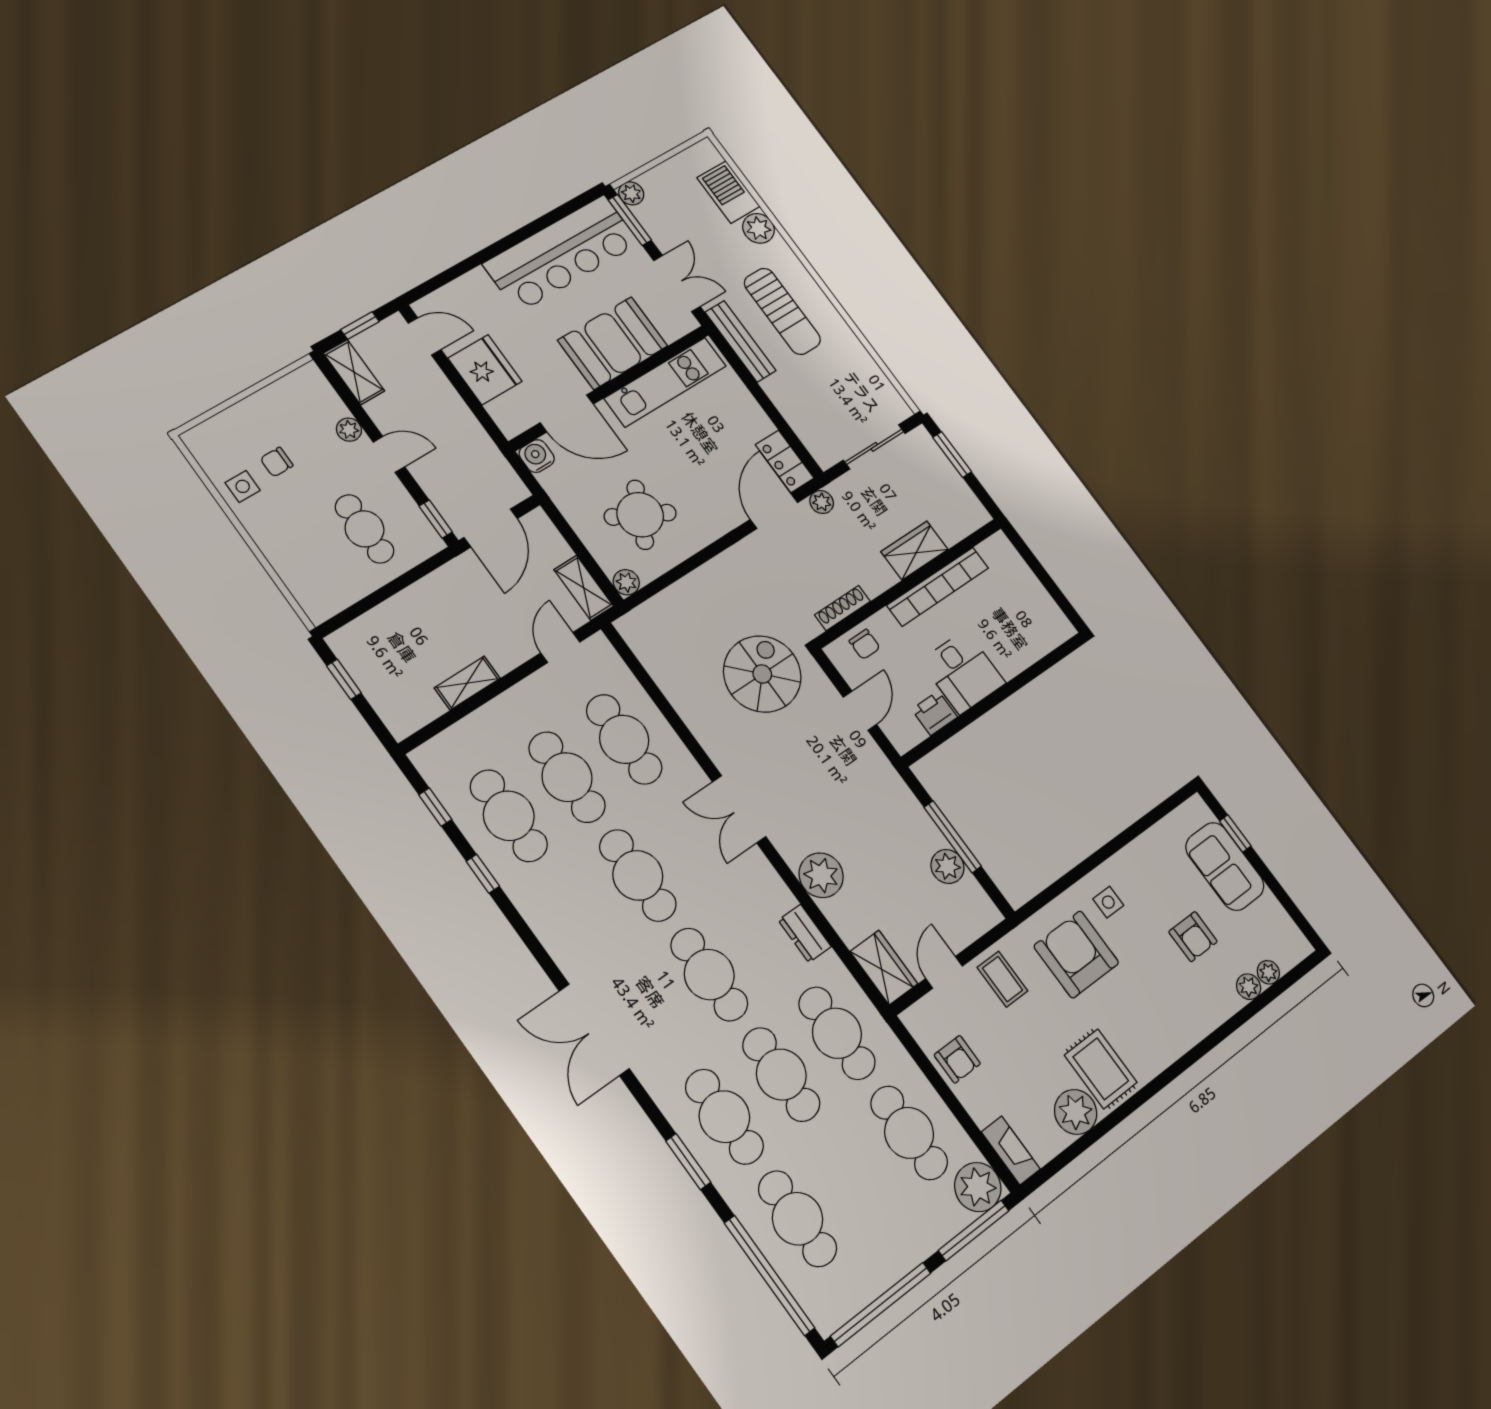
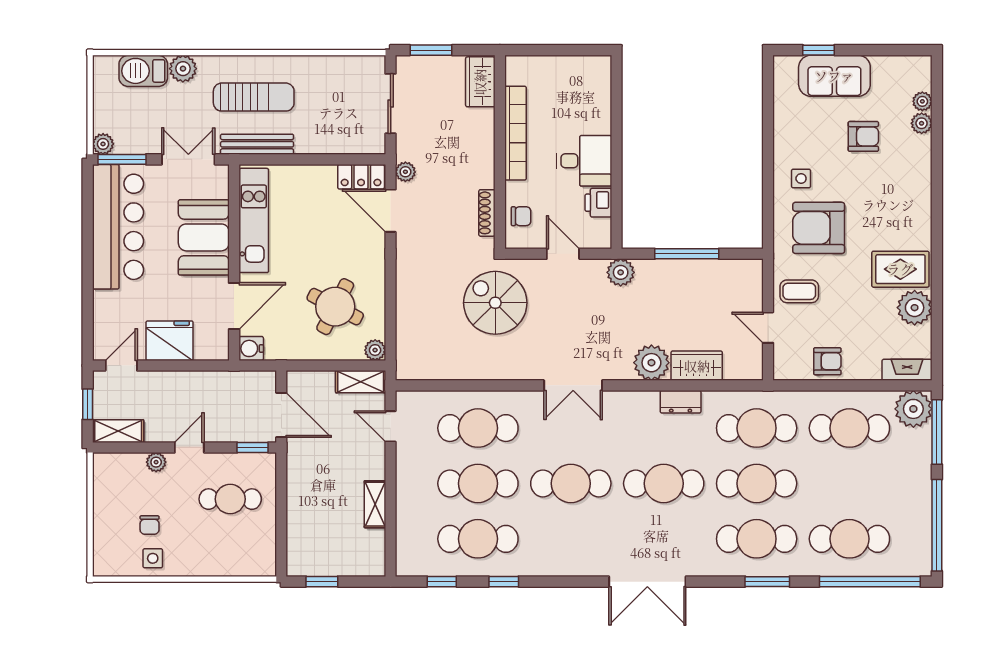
wardrobe: (915, 550) -> (480, 82), moved
plant: (947, 866) -> (621, 272), moved
wardrobe: (884, 968) -> (697, 366), moved

